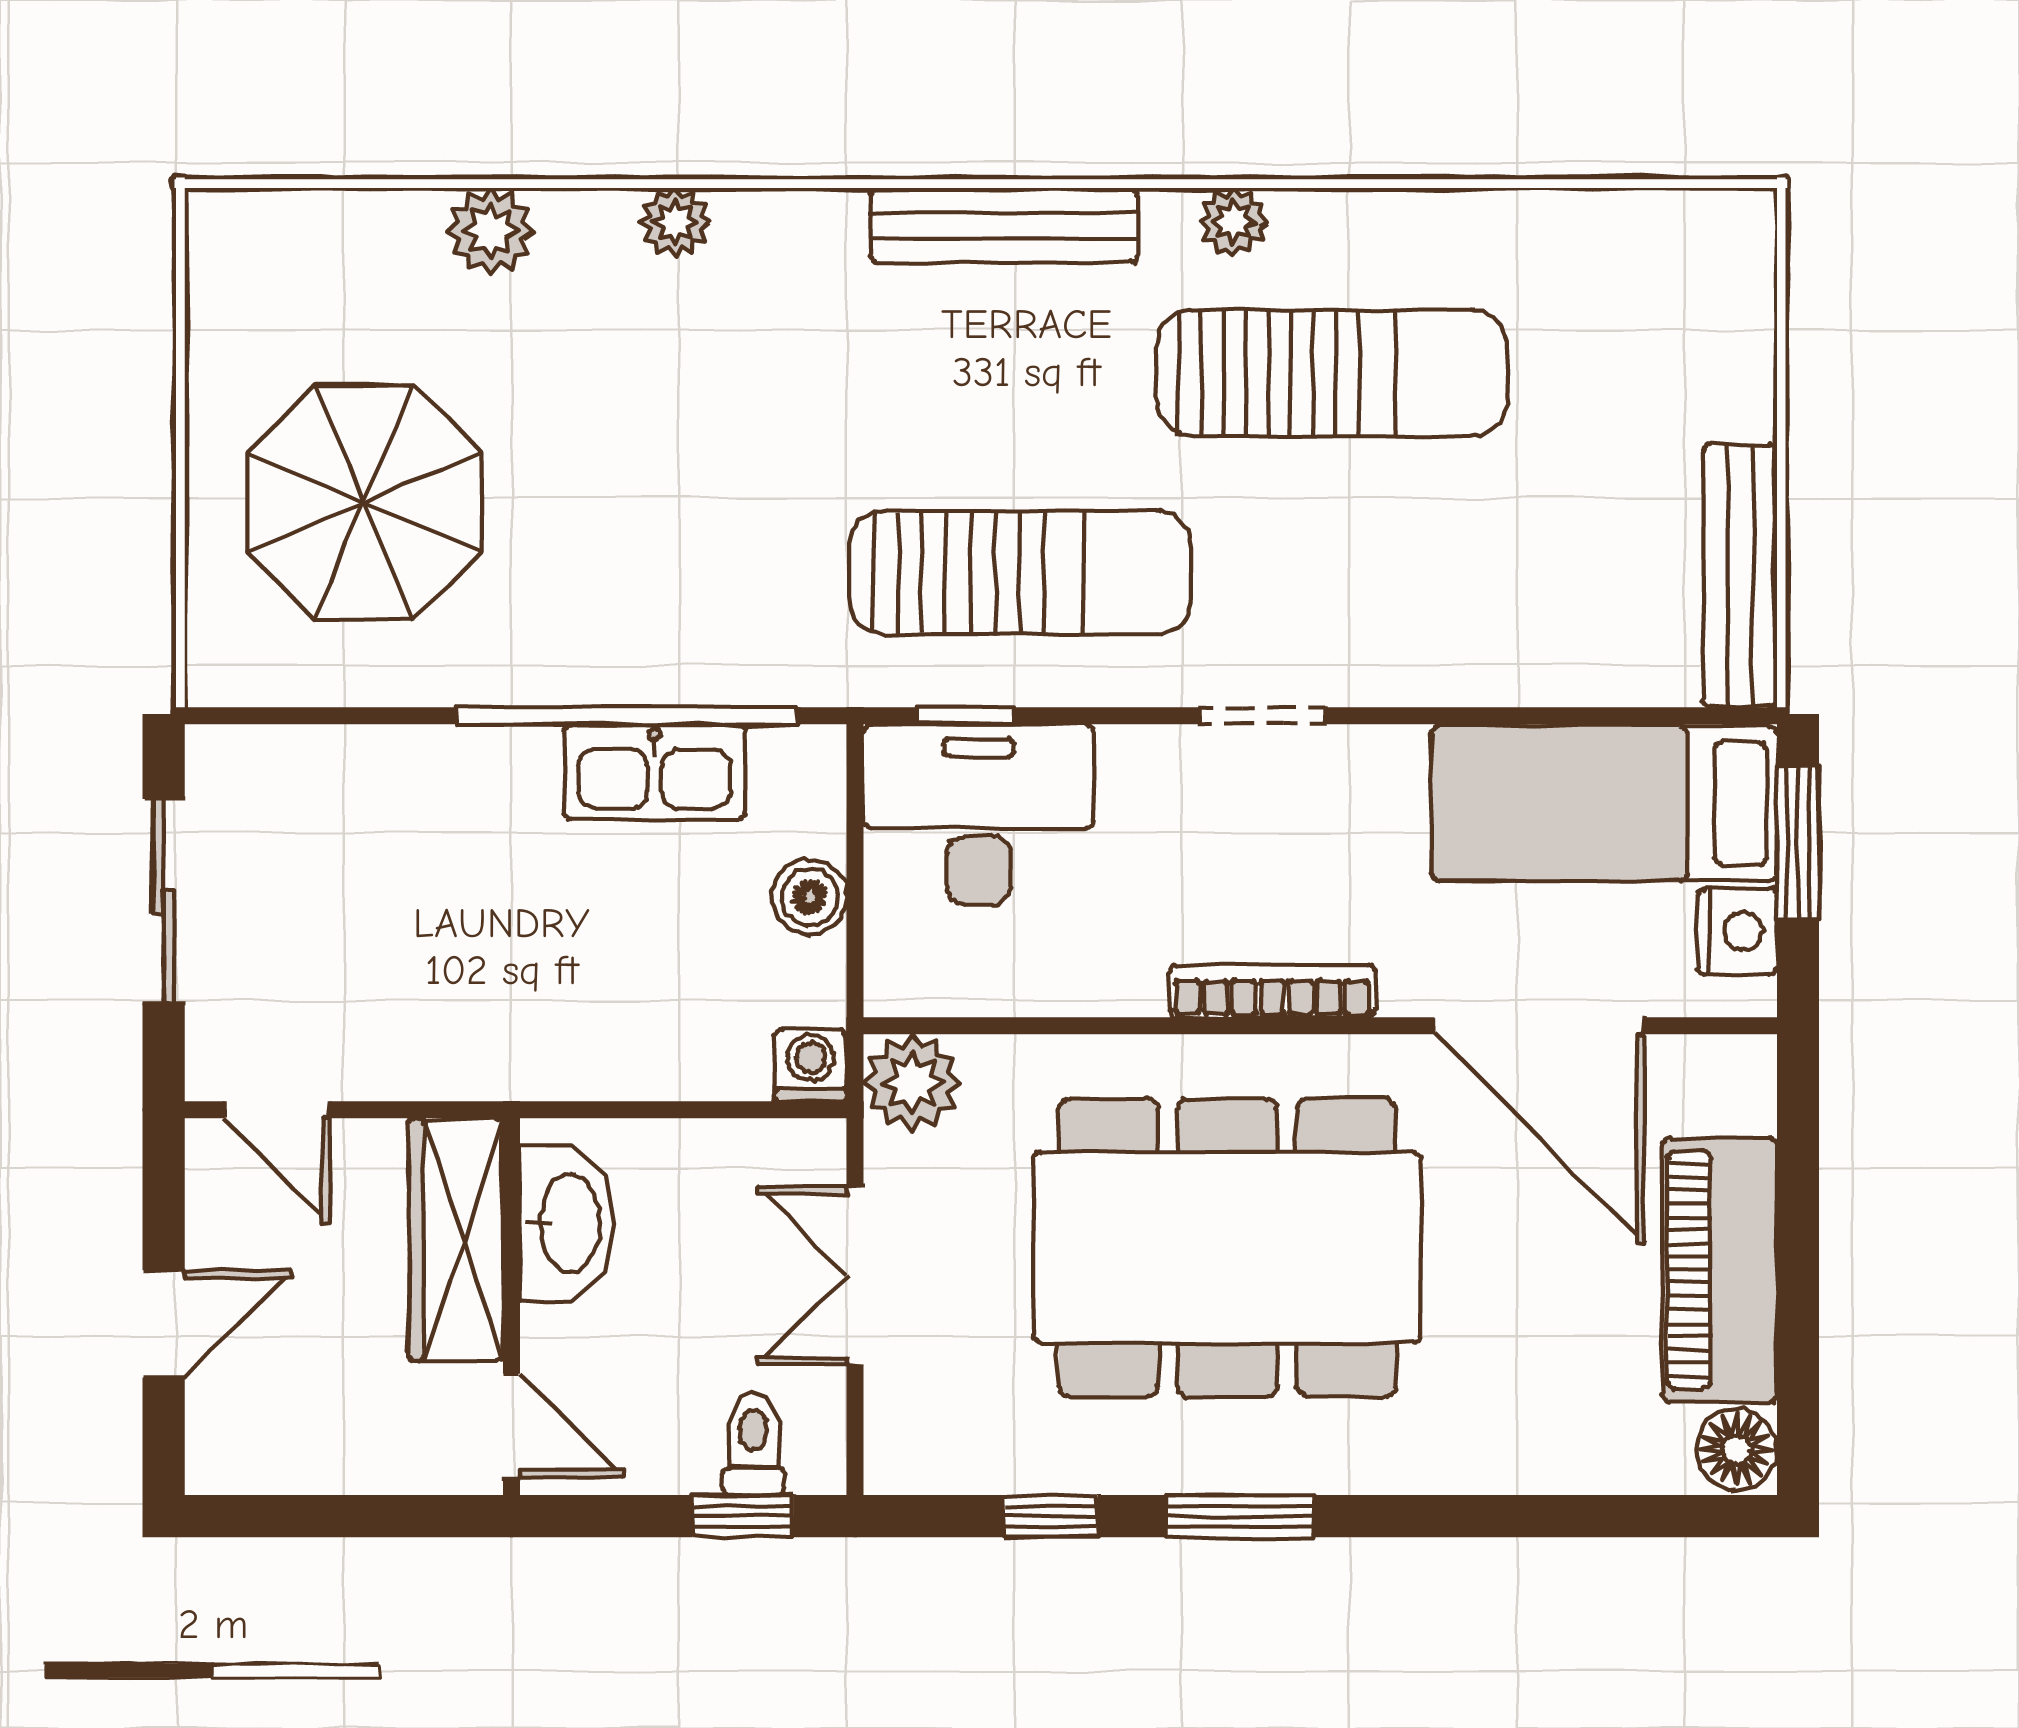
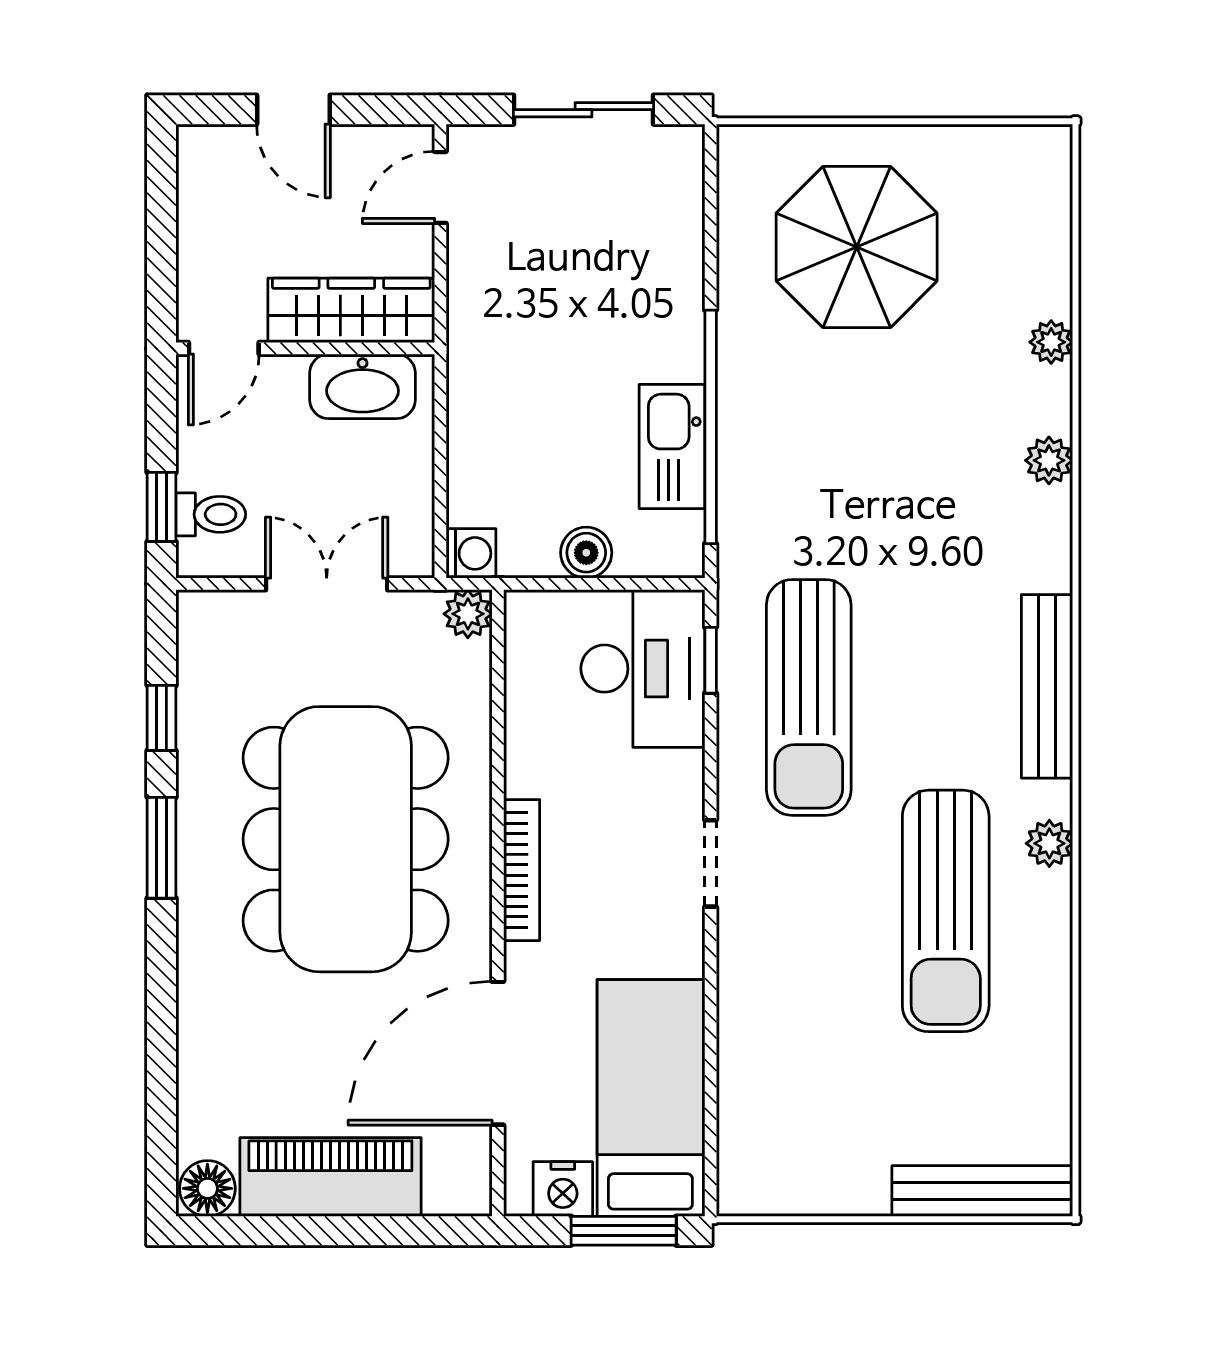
plant: (491, 231) -> (1051, 342), width x0.73, depth x0.73
bench: (1740, 576) -> (982, 1191), moved
plant: (912, 1083) -> (468, 614), width x0.73, depth x0.73

